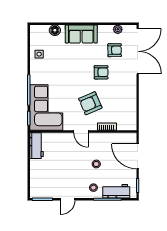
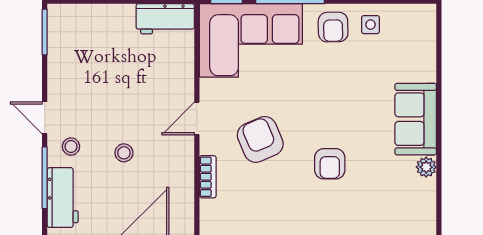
plant: (118, 29) -> (426, 167), moved
floor lamp: (55, 30) -> (424, 60), removed
armchair: (115, 50) -> (333, 27), moved
door: (68, 199) -> (45, 118), moved

